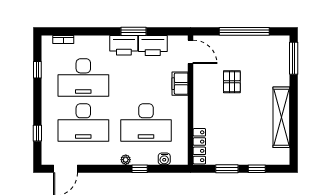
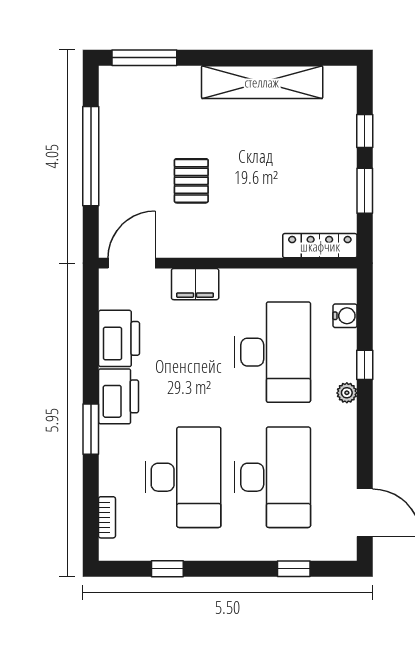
window: (134, 31) -> (91, 429), moved
pallet: (232, 82) -> (191, 181), turned 90

